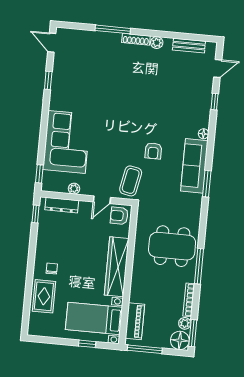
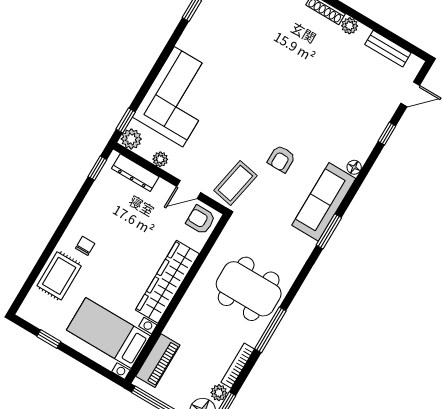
plant: (49, 184) -> (131, 139), added
window: (87, 344) -> (49, 339), moved

